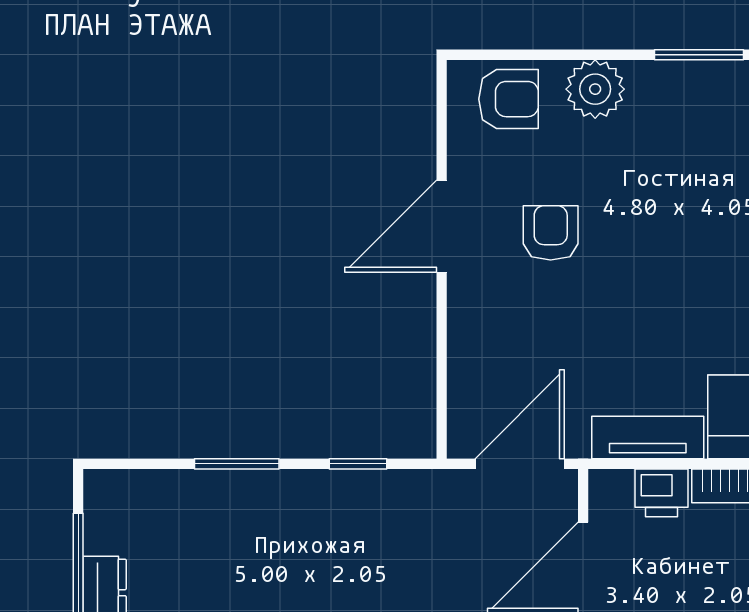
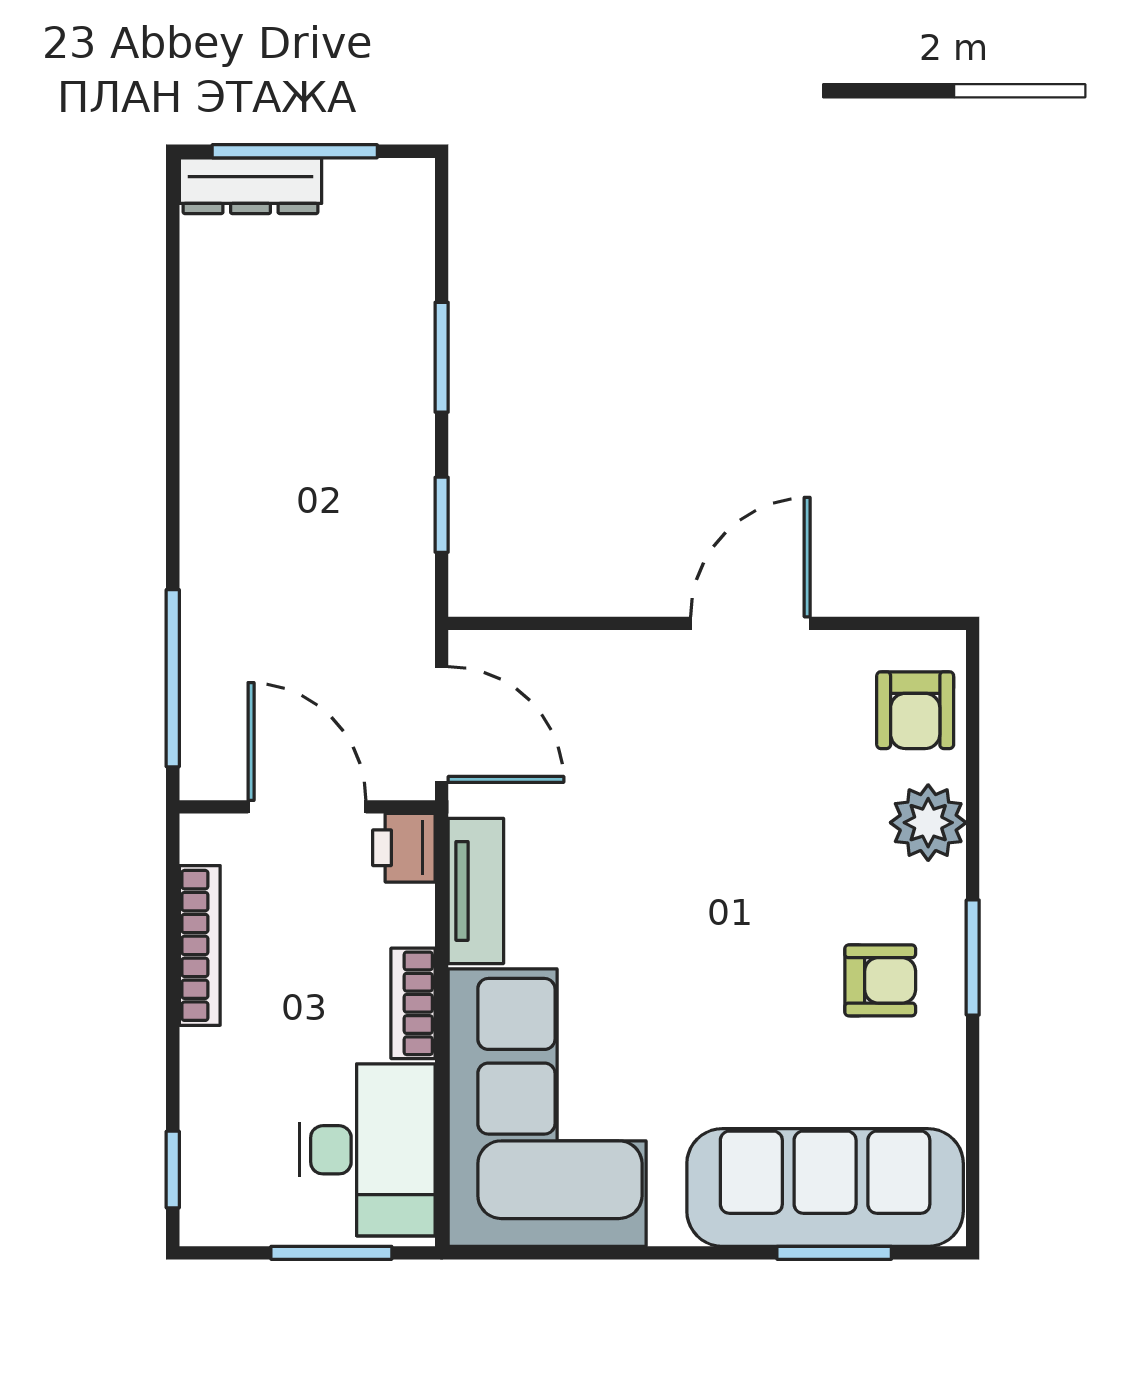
door: (442, 226) -> (750, 623), hinge flipped
armchair: (551, 233) -> (880, 980), moved
printer: (661, 493) -> (404, 848), moved

